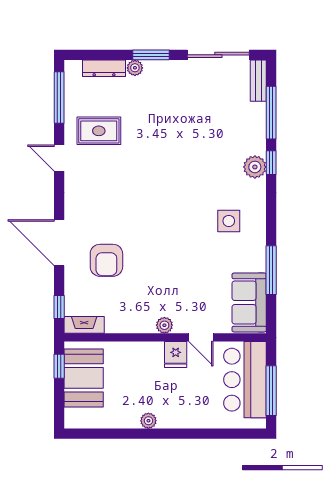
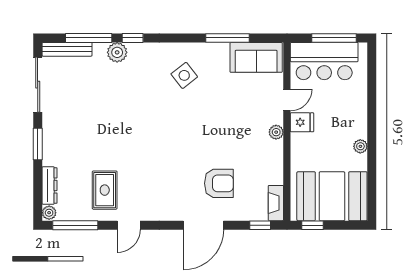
plant: (135, 68) -> (49, 213), moved
bench: (258, 81) -> (67, 49), width x1.36
plant: (255, 167) -> (117, 52), moved
side table: (229, 221) -> (184, 75), turned -38
booth: (84, 378) -> (332, 196), width x1.36, depth x1.42

